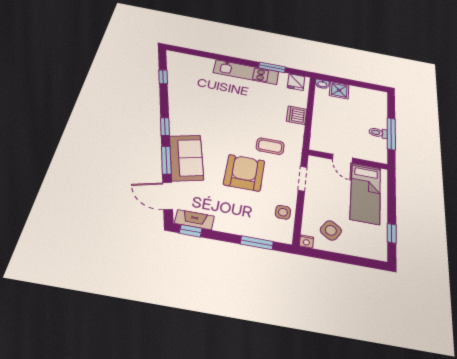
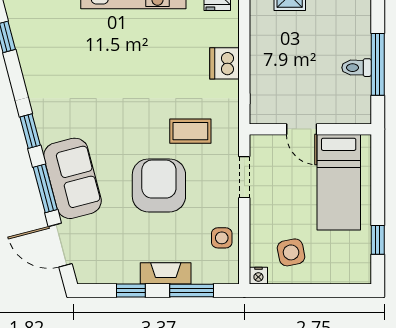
fireplace: (194, 220) -> (166, 273), moved
side table: (331, 230) -> (291, 252), turned 45
window: (191, 231) -> (131, 291), moved

